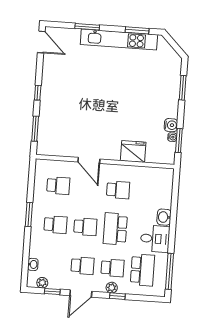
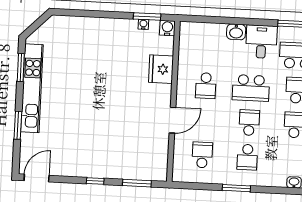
window: (183, 88) -> (86, 13), removed
water cooler: (171, 125) -> (167, 28), moved
school desk: (118, 190) -> (206, 86), turned 180
school desk: (55, 225) -> (247, 157), turned 180

